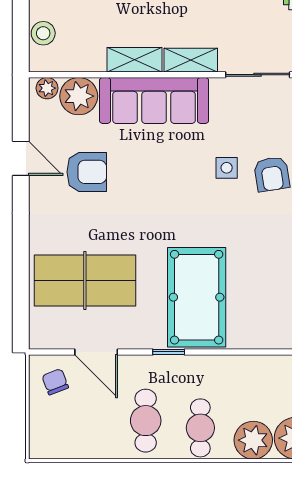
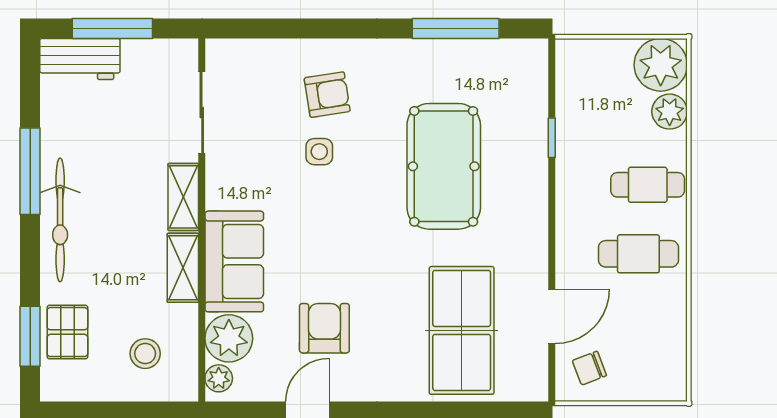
stool: (43, 33) -> (145, 354), moved
sofa: (154, 100) -> (234, 261), width x0.73
pool table: (197, 297) -> (444, 166), moved, turned 90
window: (169, 352) -> (552, 138), moved
plant: (253, 440) -> (670, 112), width x0.73, depth x0.73

